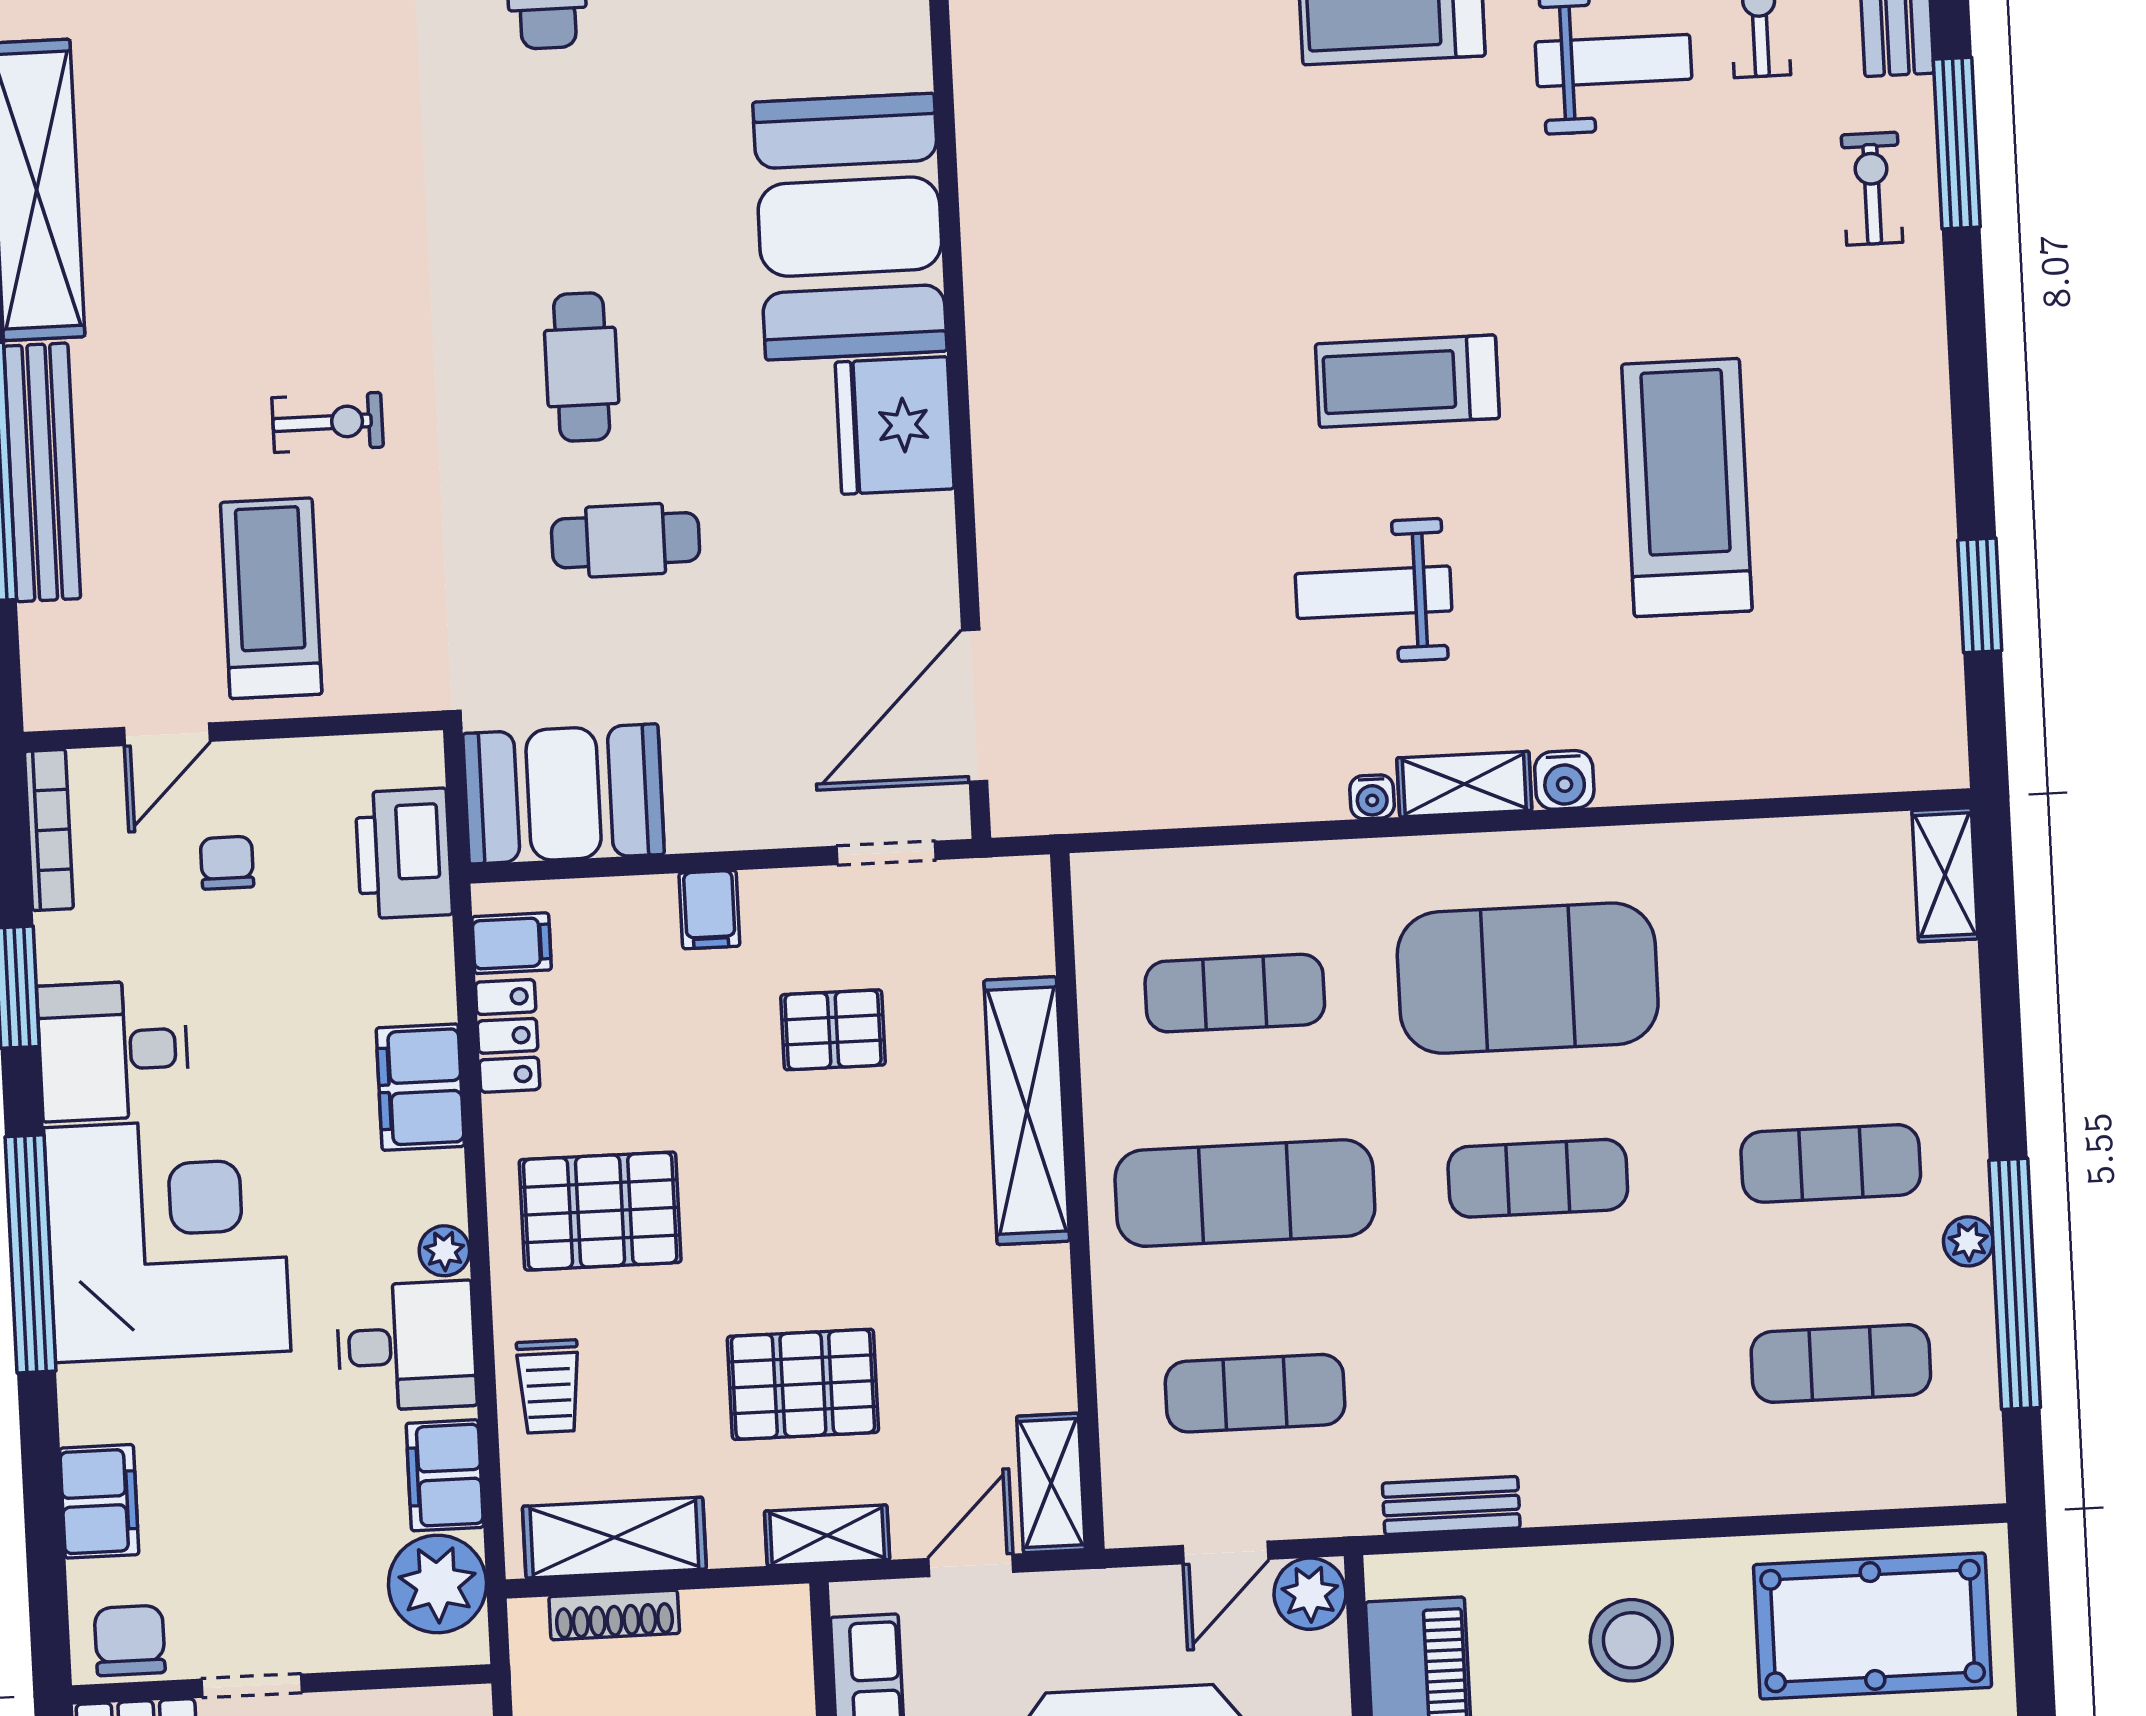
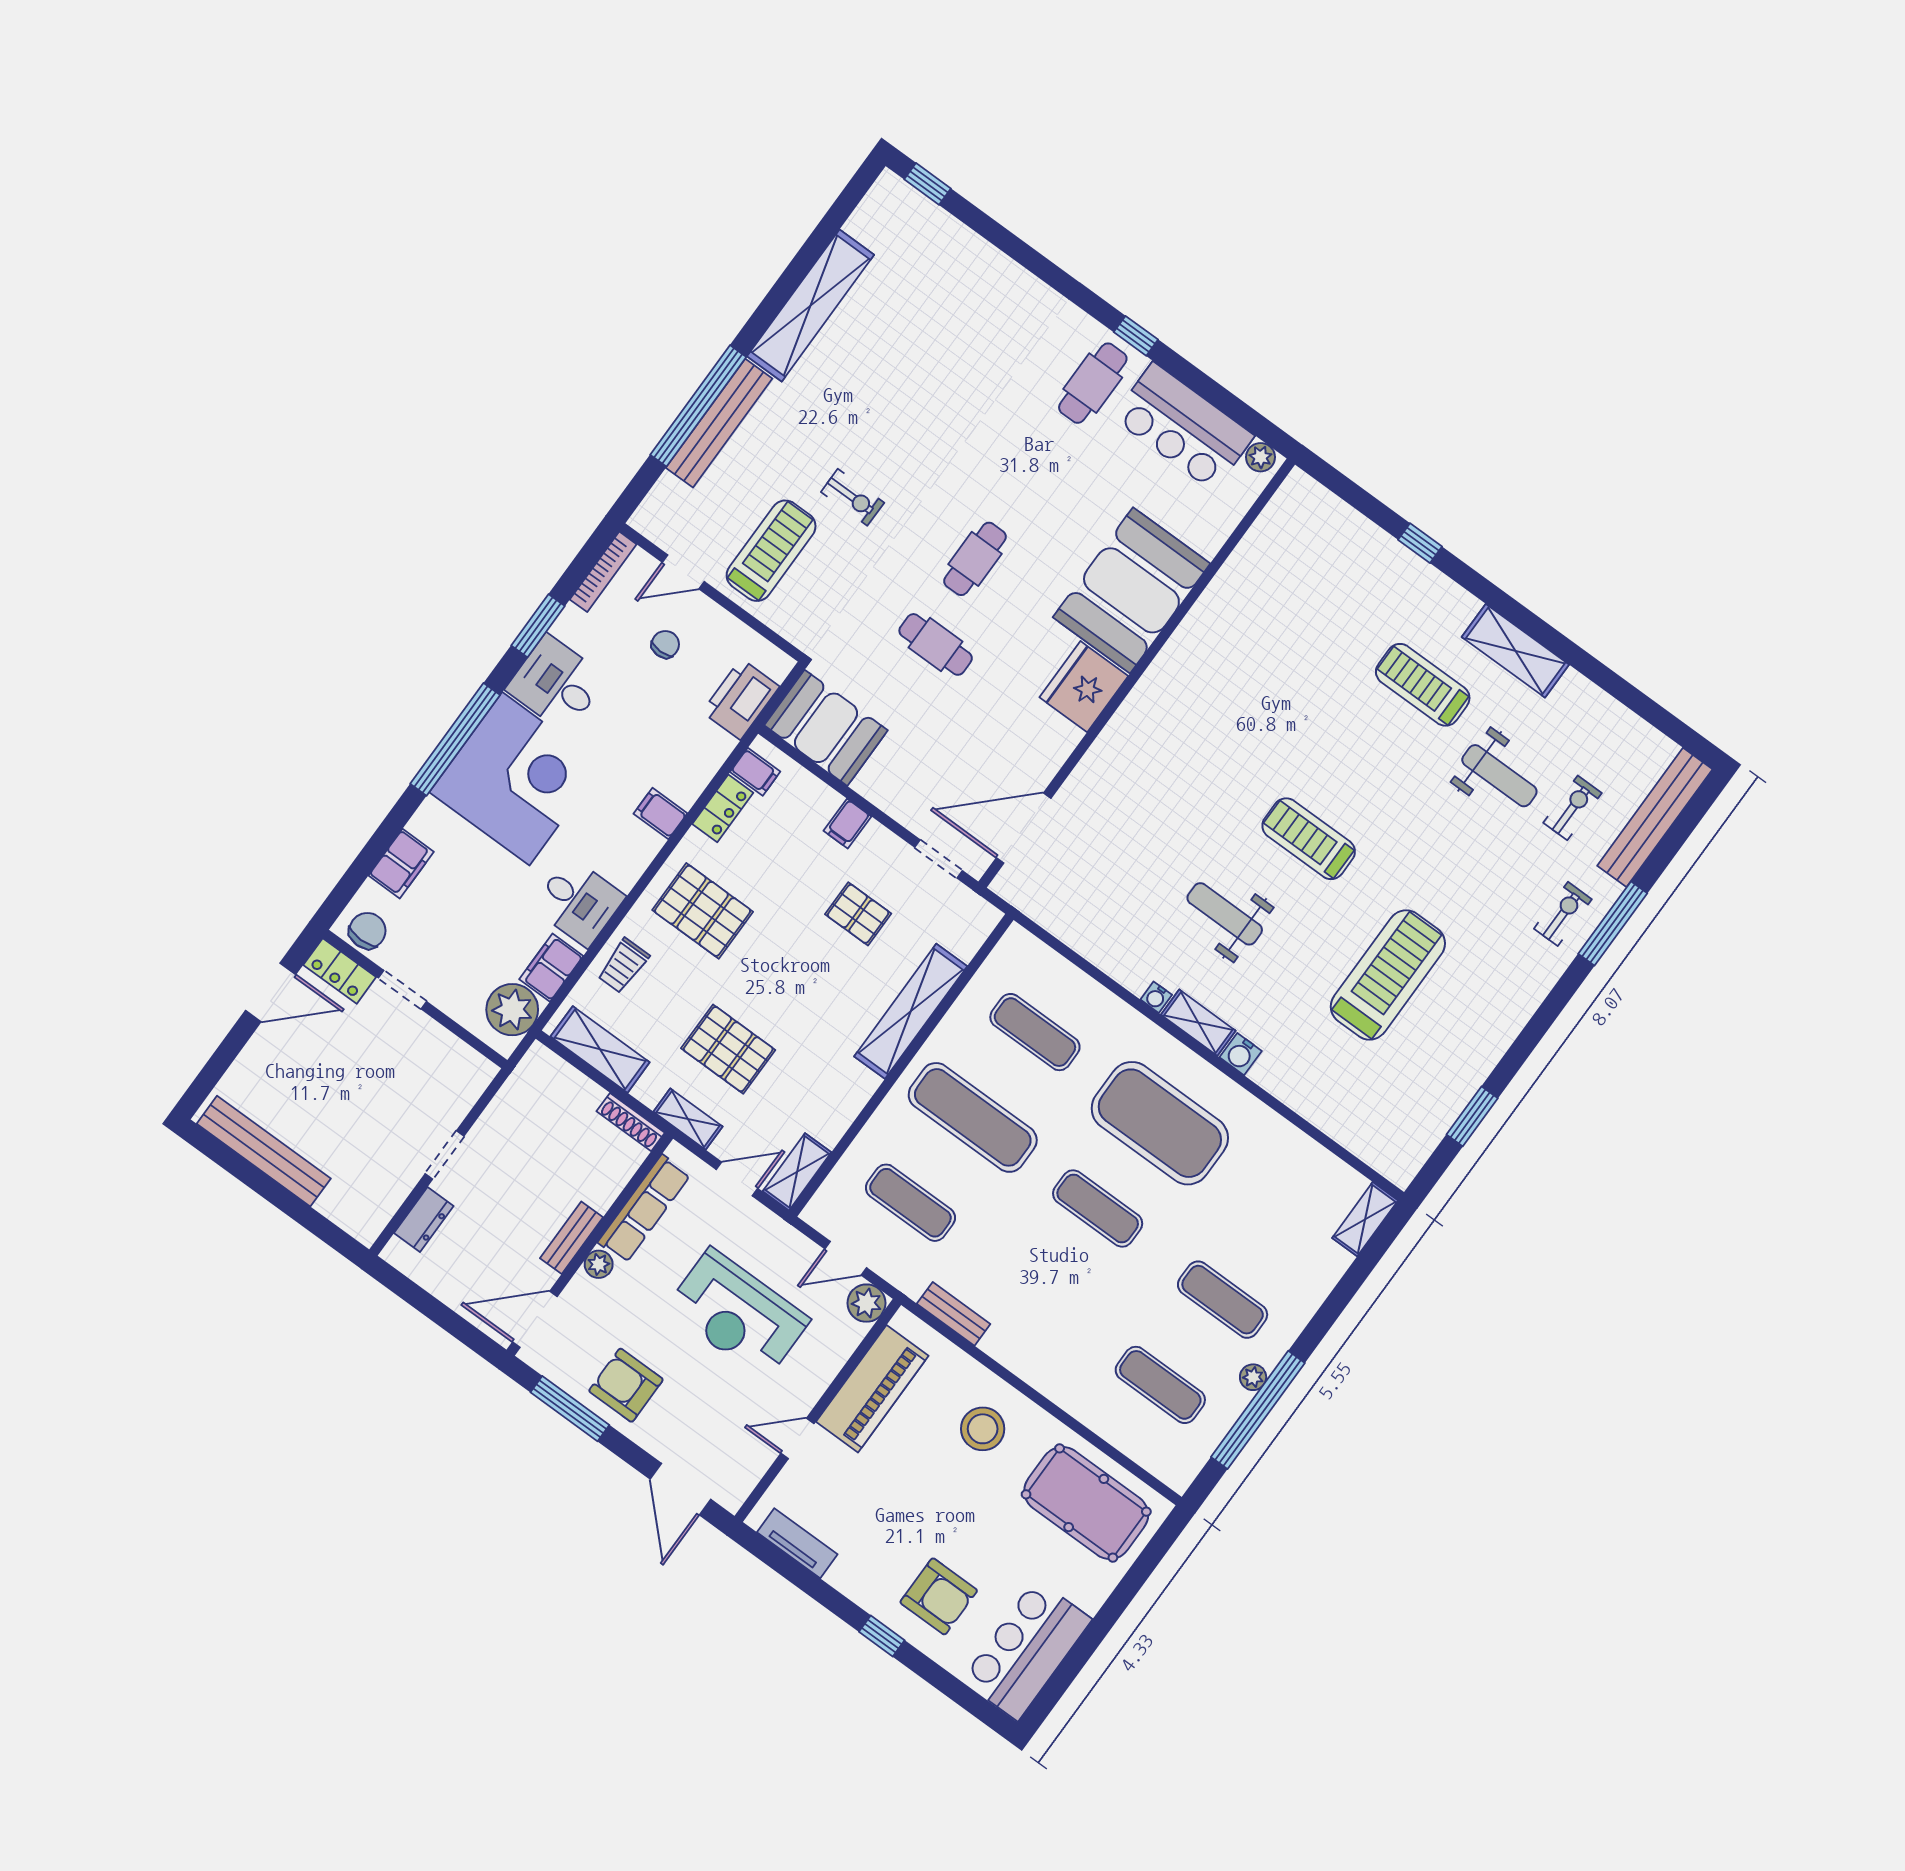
filing cabinet: (420, 1087) -> (660, 813), width x0.50
plant: (444, 1251) -> (626, 875), removed
shoe rack: (614, 1615) -> (631, 1122), moved

